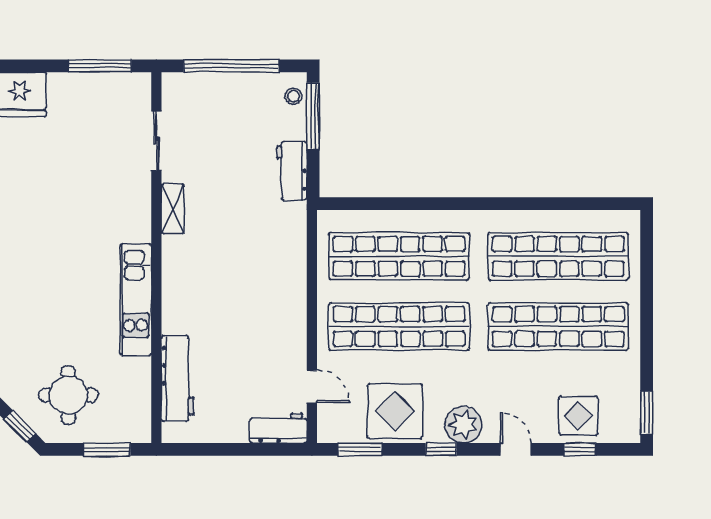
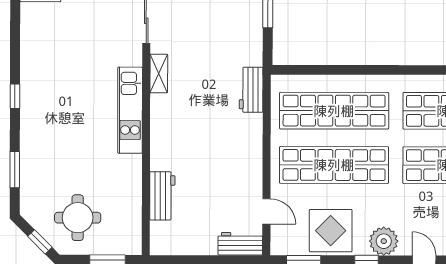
workbench: (292, 171) -> (251, 90), moved
kitchen unit: (136, 300) -> (130, 110), moved
workbench: (178, 378) -> (162, 196), width x0.73

